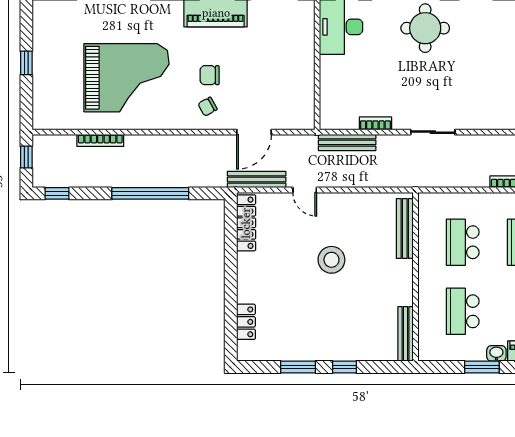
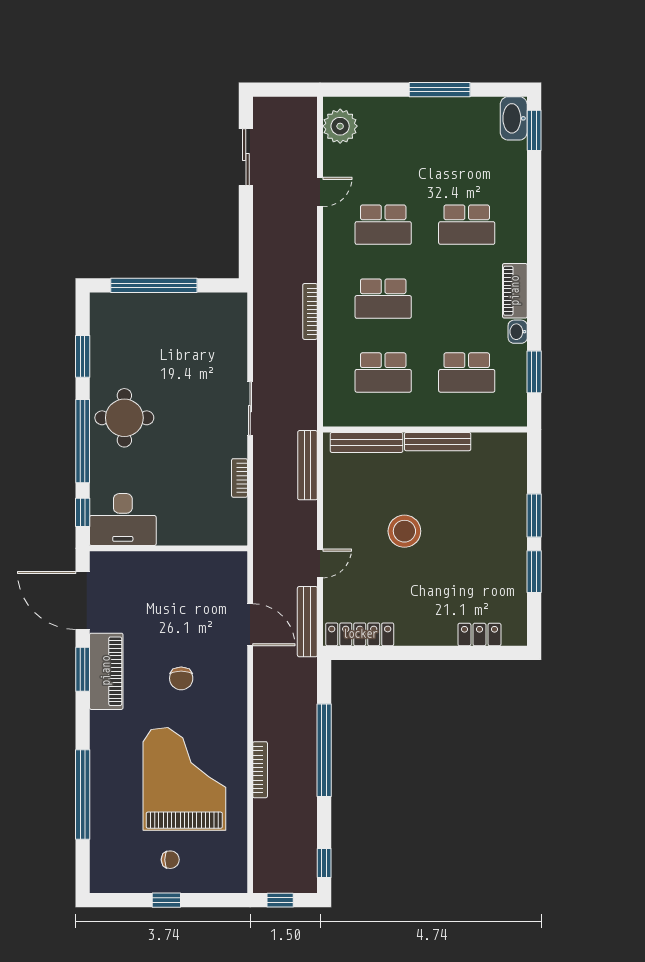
chair: (207, 107) -> (170, 860), moved, turned -61
bookcase: (100, 140) -> (260, 770), moved
bench: (347, 142) -> (307, 465), moved
bench: (406, 334) -> (438, 442), moved
window: (344, 367) -> (534, 515), width x1.50
window: (482, 367) -> (534, 372), moved

